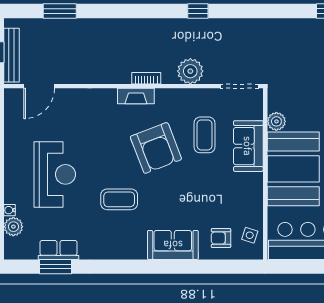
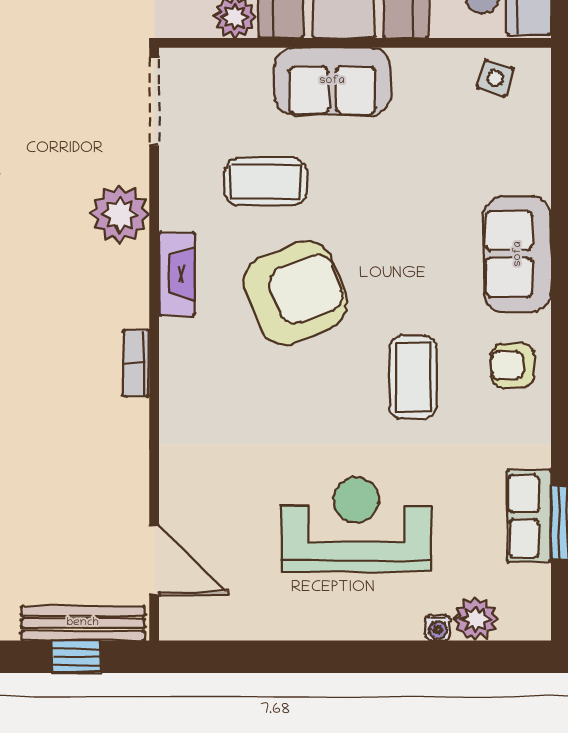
bookcase: (146, 78) -> (136, 363), moved
fireplace: (136, 96) -> (177, 274), moved
sofa: (248, 146) -> (332, 81), moved
armchair: (221, 238) -> (513, 365), moved, turned 90

